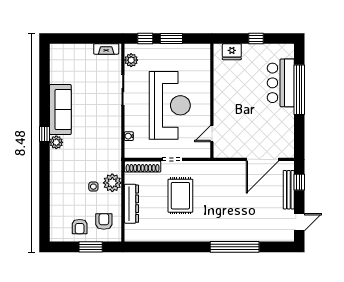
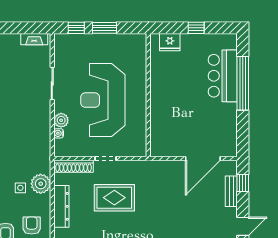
plant: (131, 60) -> (61, 120), moved
reception desk: (170, 105) -> (103, 100), turned 180
door: (212, 134) -> (148, 131), removed
bench: (289, 190) -> (231, 191), width x0.73
rug: (180, 196) -> (114, 198), turned 90

